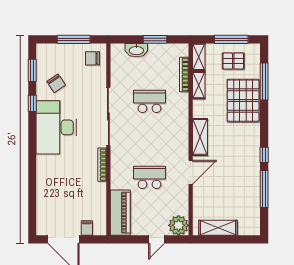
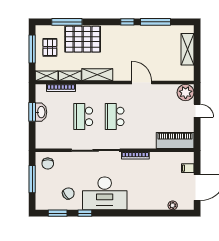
washbasin: (136, 50) -> (41, 112), moved
shelving: (200, 137) -> (97, 75), moved
school desk: (150, 177) -> (115, 116), moved
plant: (42, 210) -> (173, 205), added
shelving: (218, 228) -> (188, 49), moved

